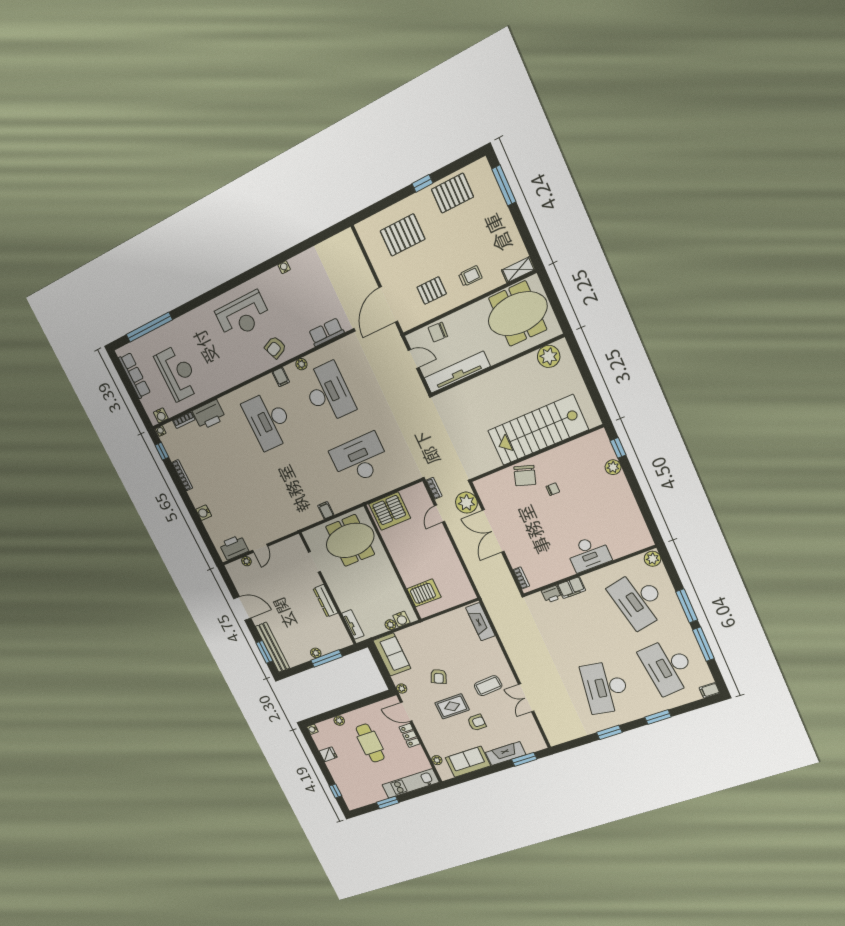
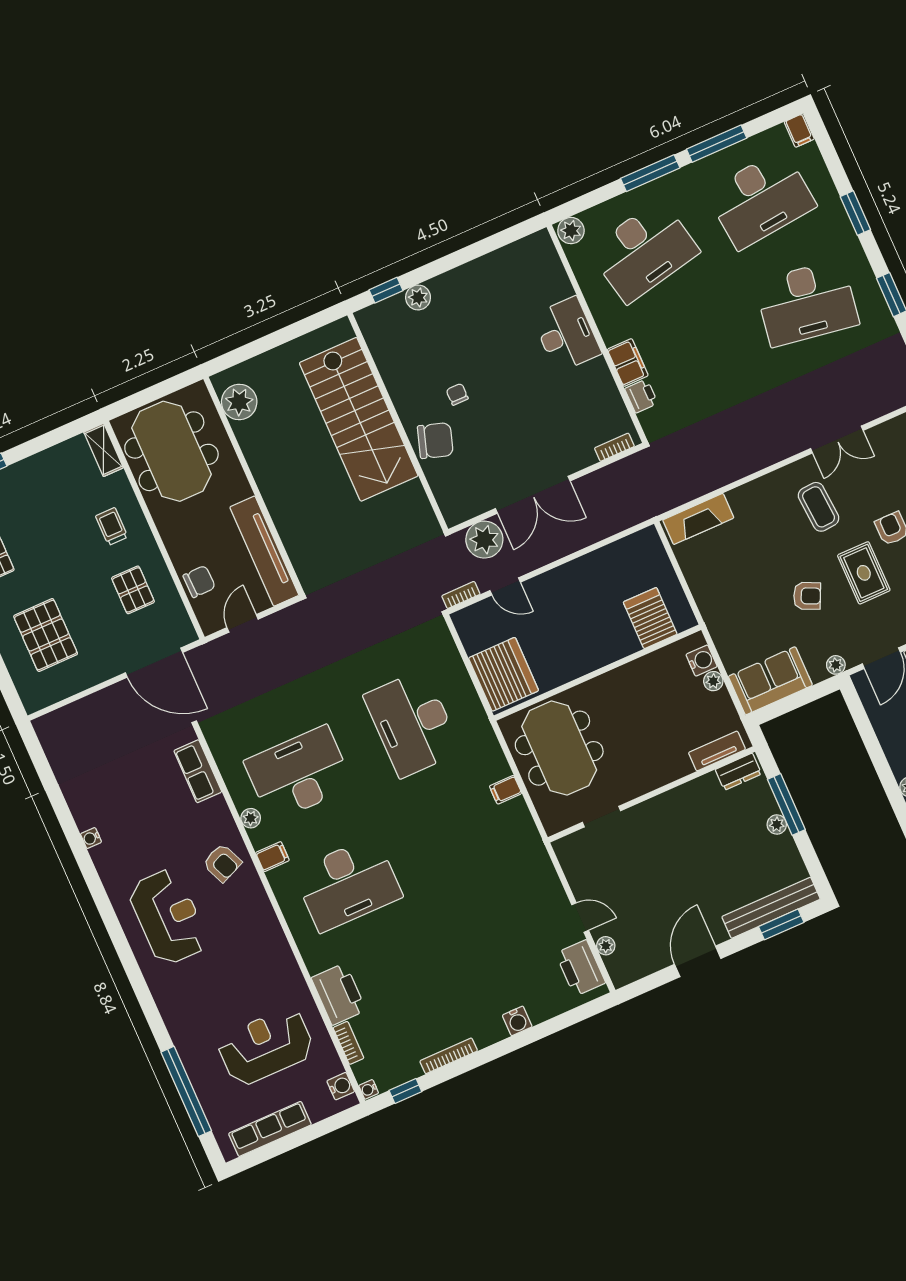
chair: (438, 332) -> (199, 581), turned -94
dresser: (325, 601) -> (738, 772), moved, width x0.70

